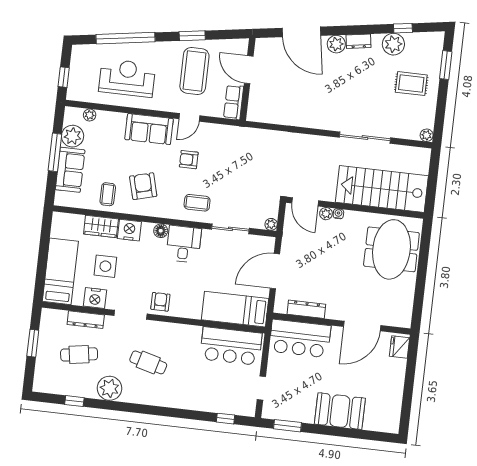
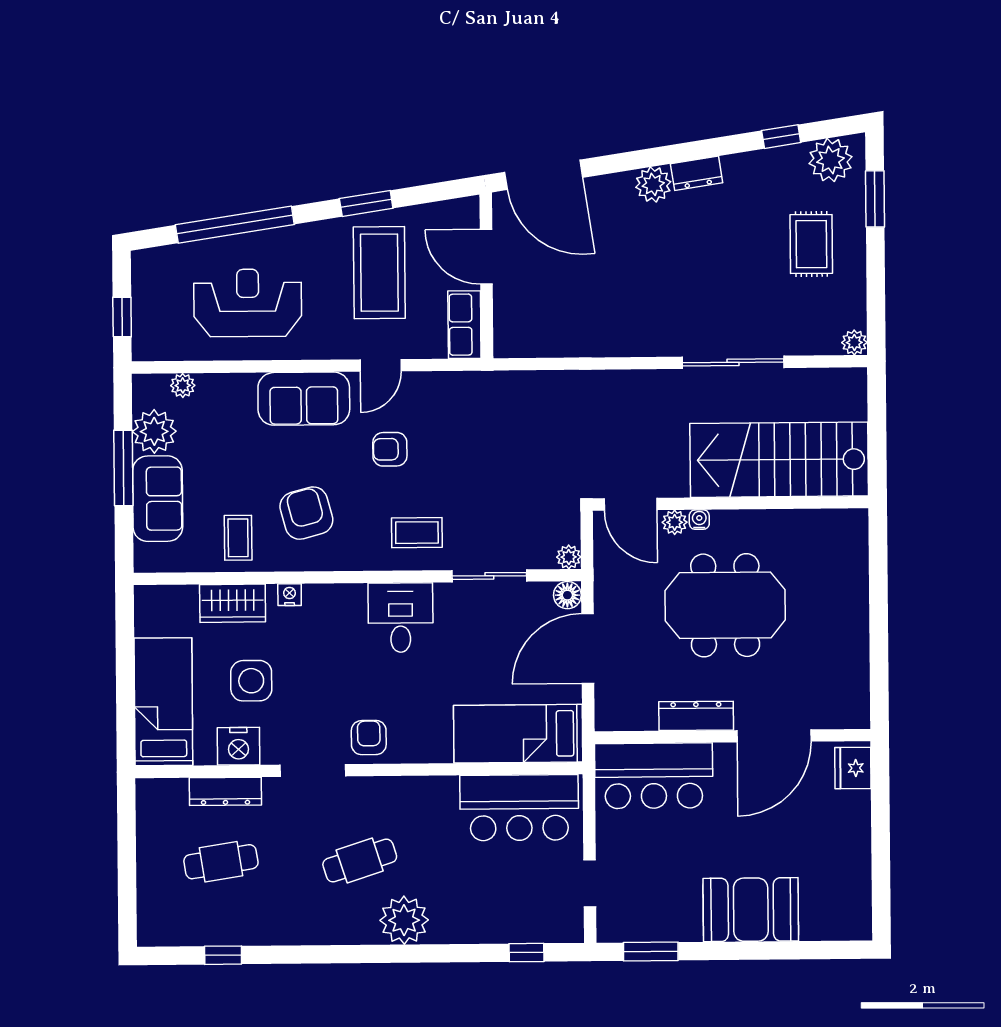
door: (301, 32) -> (544, 175), moved
plant: (393, 44) -> (831, 160), moved
rug: (411, 84) -> (811, 244), turned 90
nightstand: (129, 230) -> (290, 595), width x0.53, depth x0.56
floor lamp: (161, 231) -> (567, 595), moved
meeting table: (391, 249) -> (725, 605), moved, turned 90
dresser: (306, 309) -> (696, 716), moved
window: (33, 343) -> (127, 851), removed
cafe table: (148, 362) -> (360, 861), turned -33
plant: (109, 388) -> (404, 920), moved

